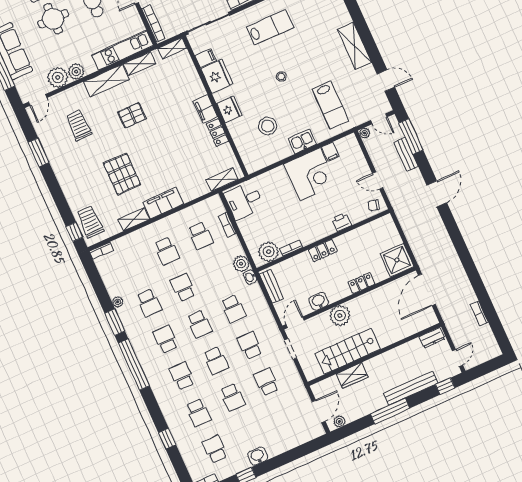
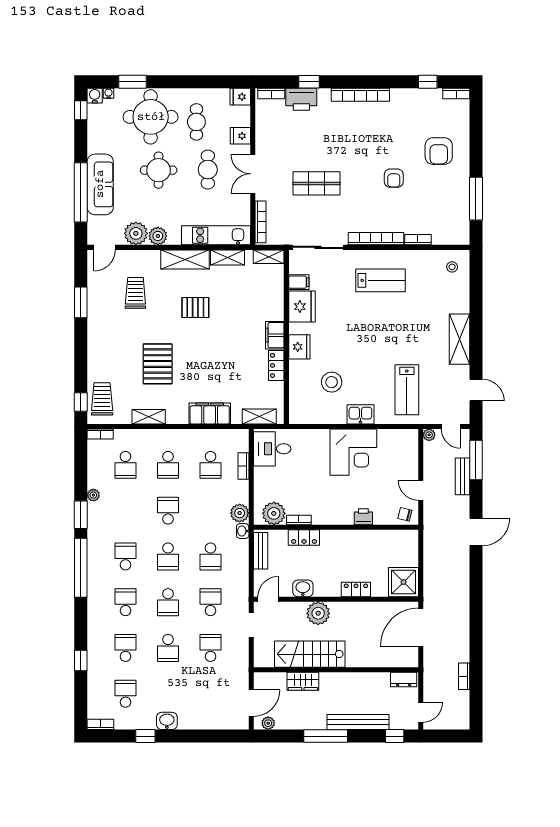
stool: (281, 76) -> (369, 337), removed
filing cabinet: (330, 152) -> (385, 438), removed
filing cabinet: (163, 203) -> (210, 413), moved
locker: (323, 251) -> (304, 538), moved
school desk: (149, 303) -> (125, 465), moved
school desk: (198, 413) -> (125, 648), turned 180

